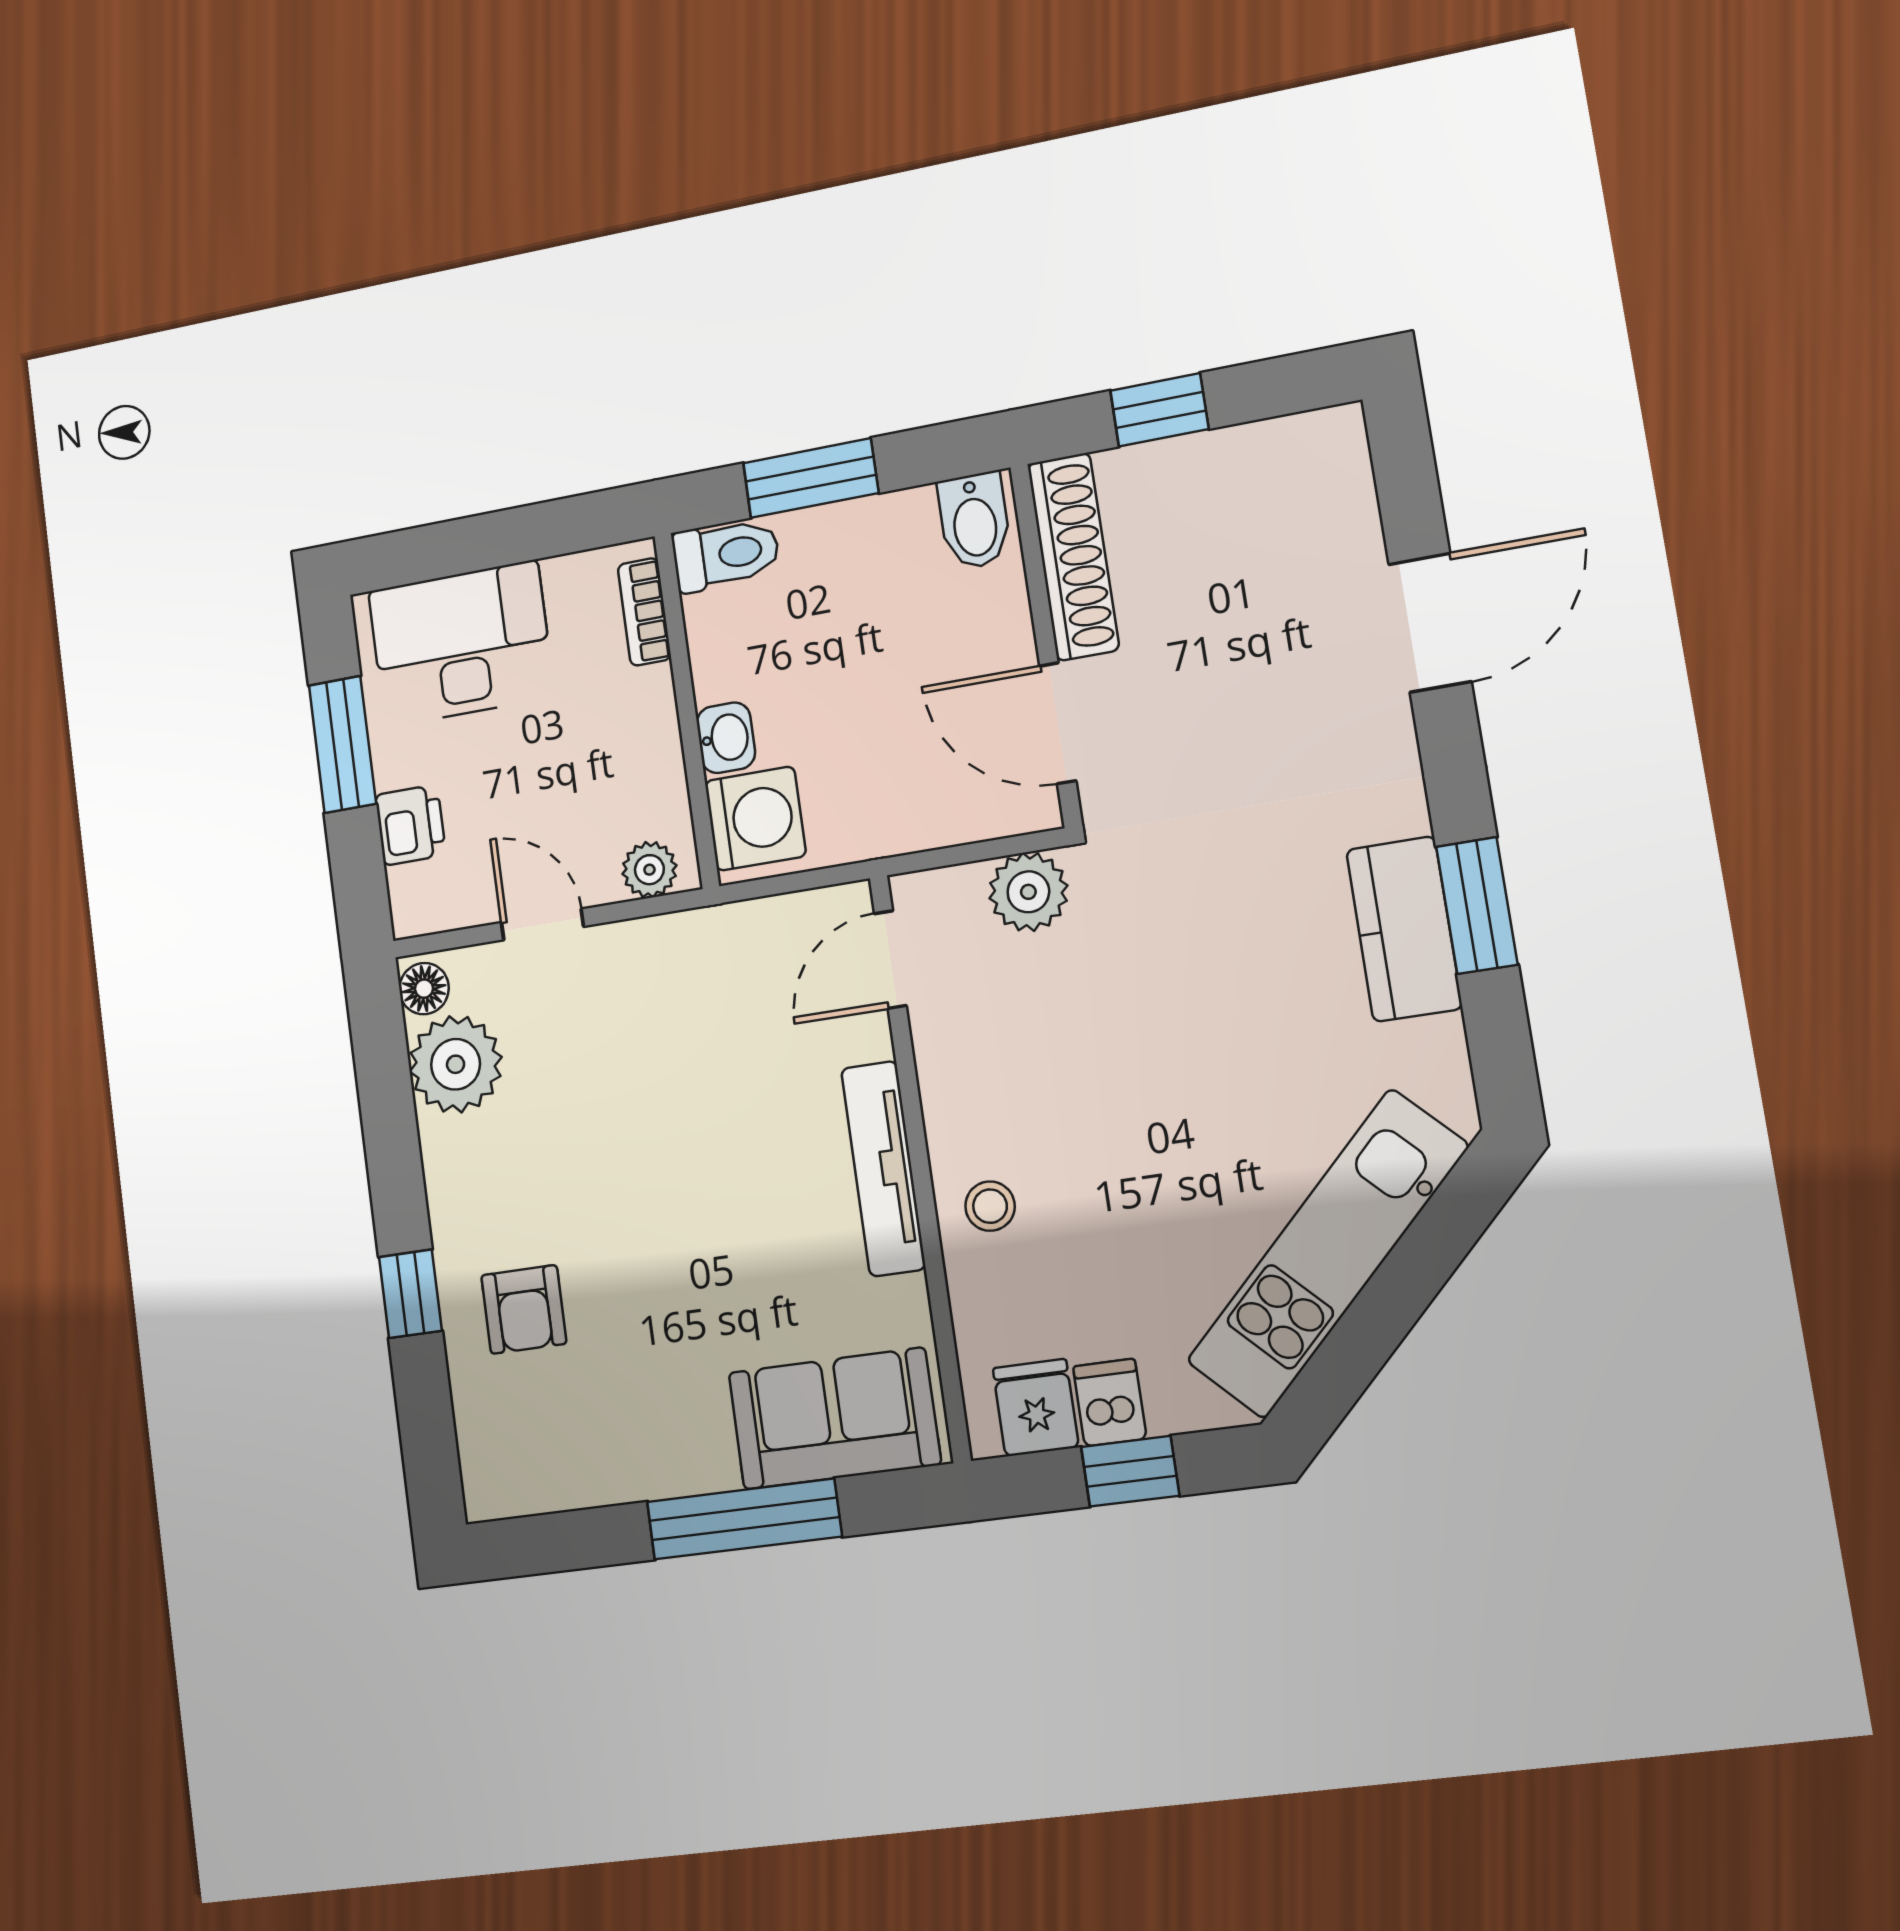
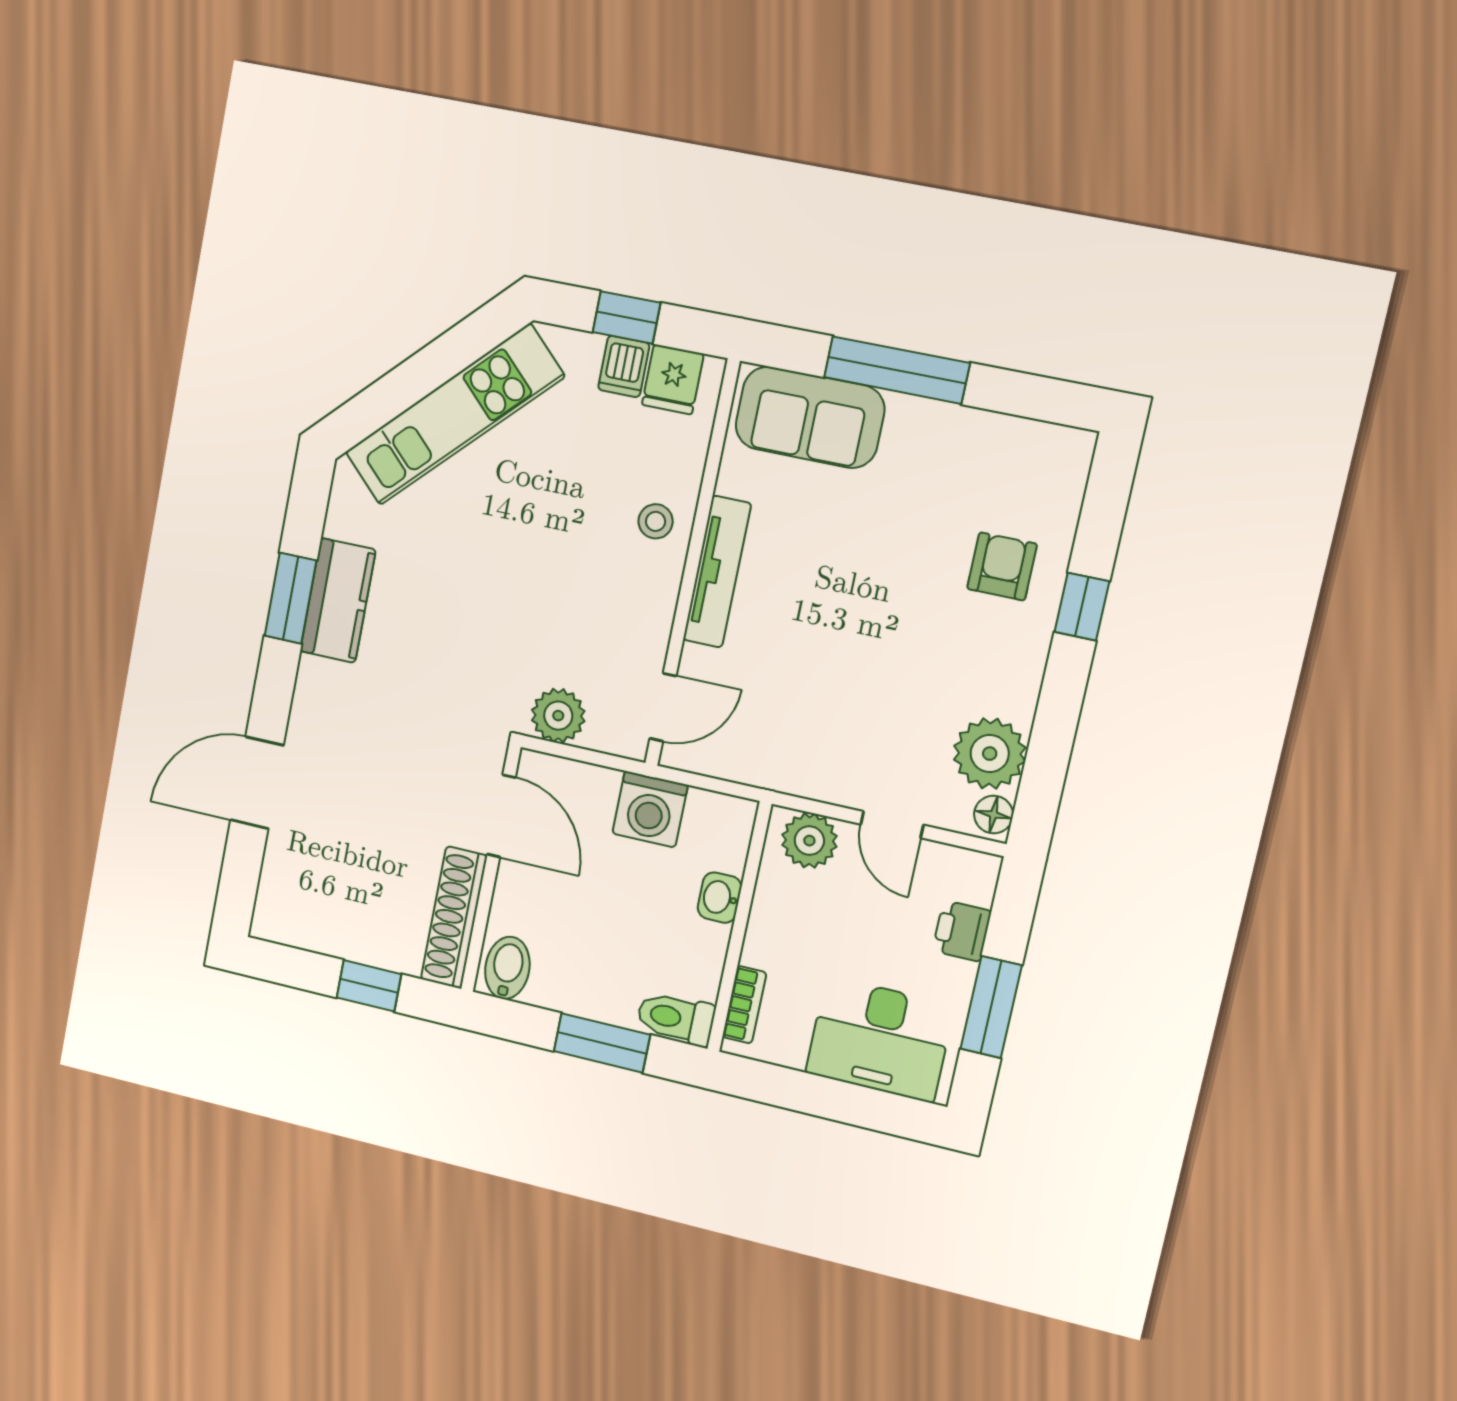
washing machine: (755, 819) -> (650, 809), moved, turned -90
plant: (649, 870) -> (809, 841), width x1.38, depth x1.38

